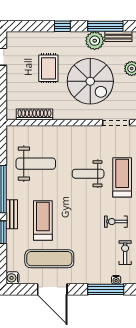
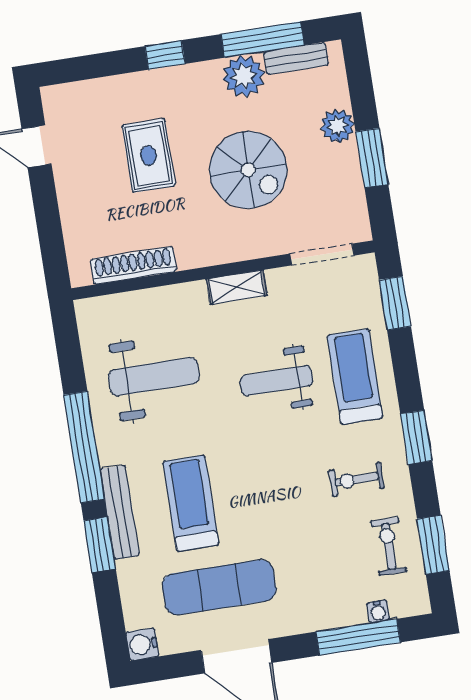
spiral stairs: (90, 81) -> (248, 170), width x0.73, depth x0.73
shelving: (77, 131) -> (237, 287), added
bench: (12, 214) -> (120, 512), width x1.36

